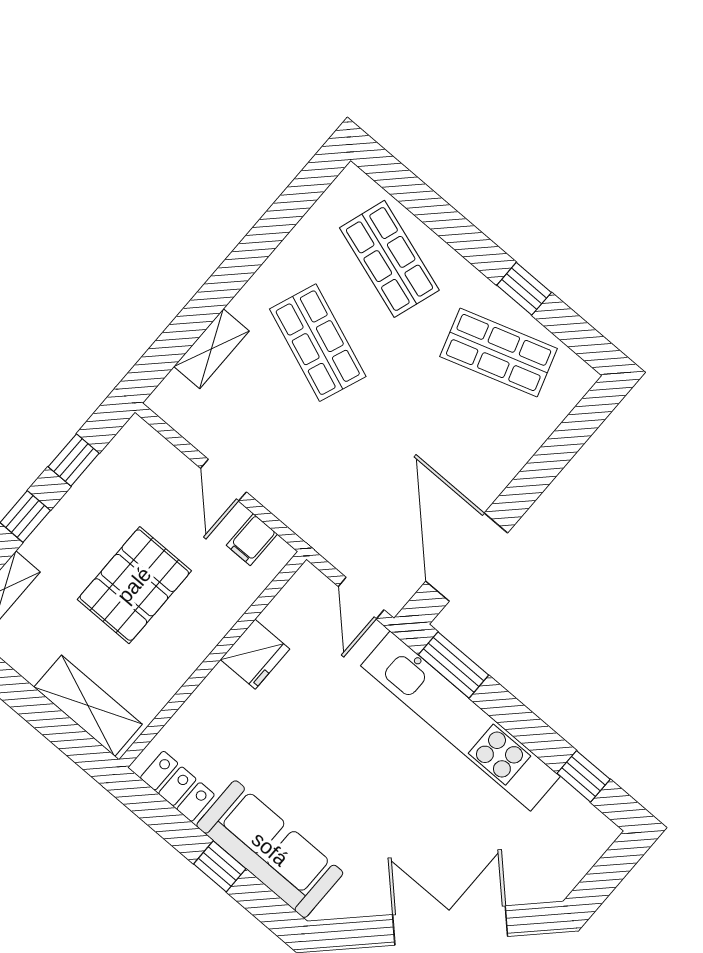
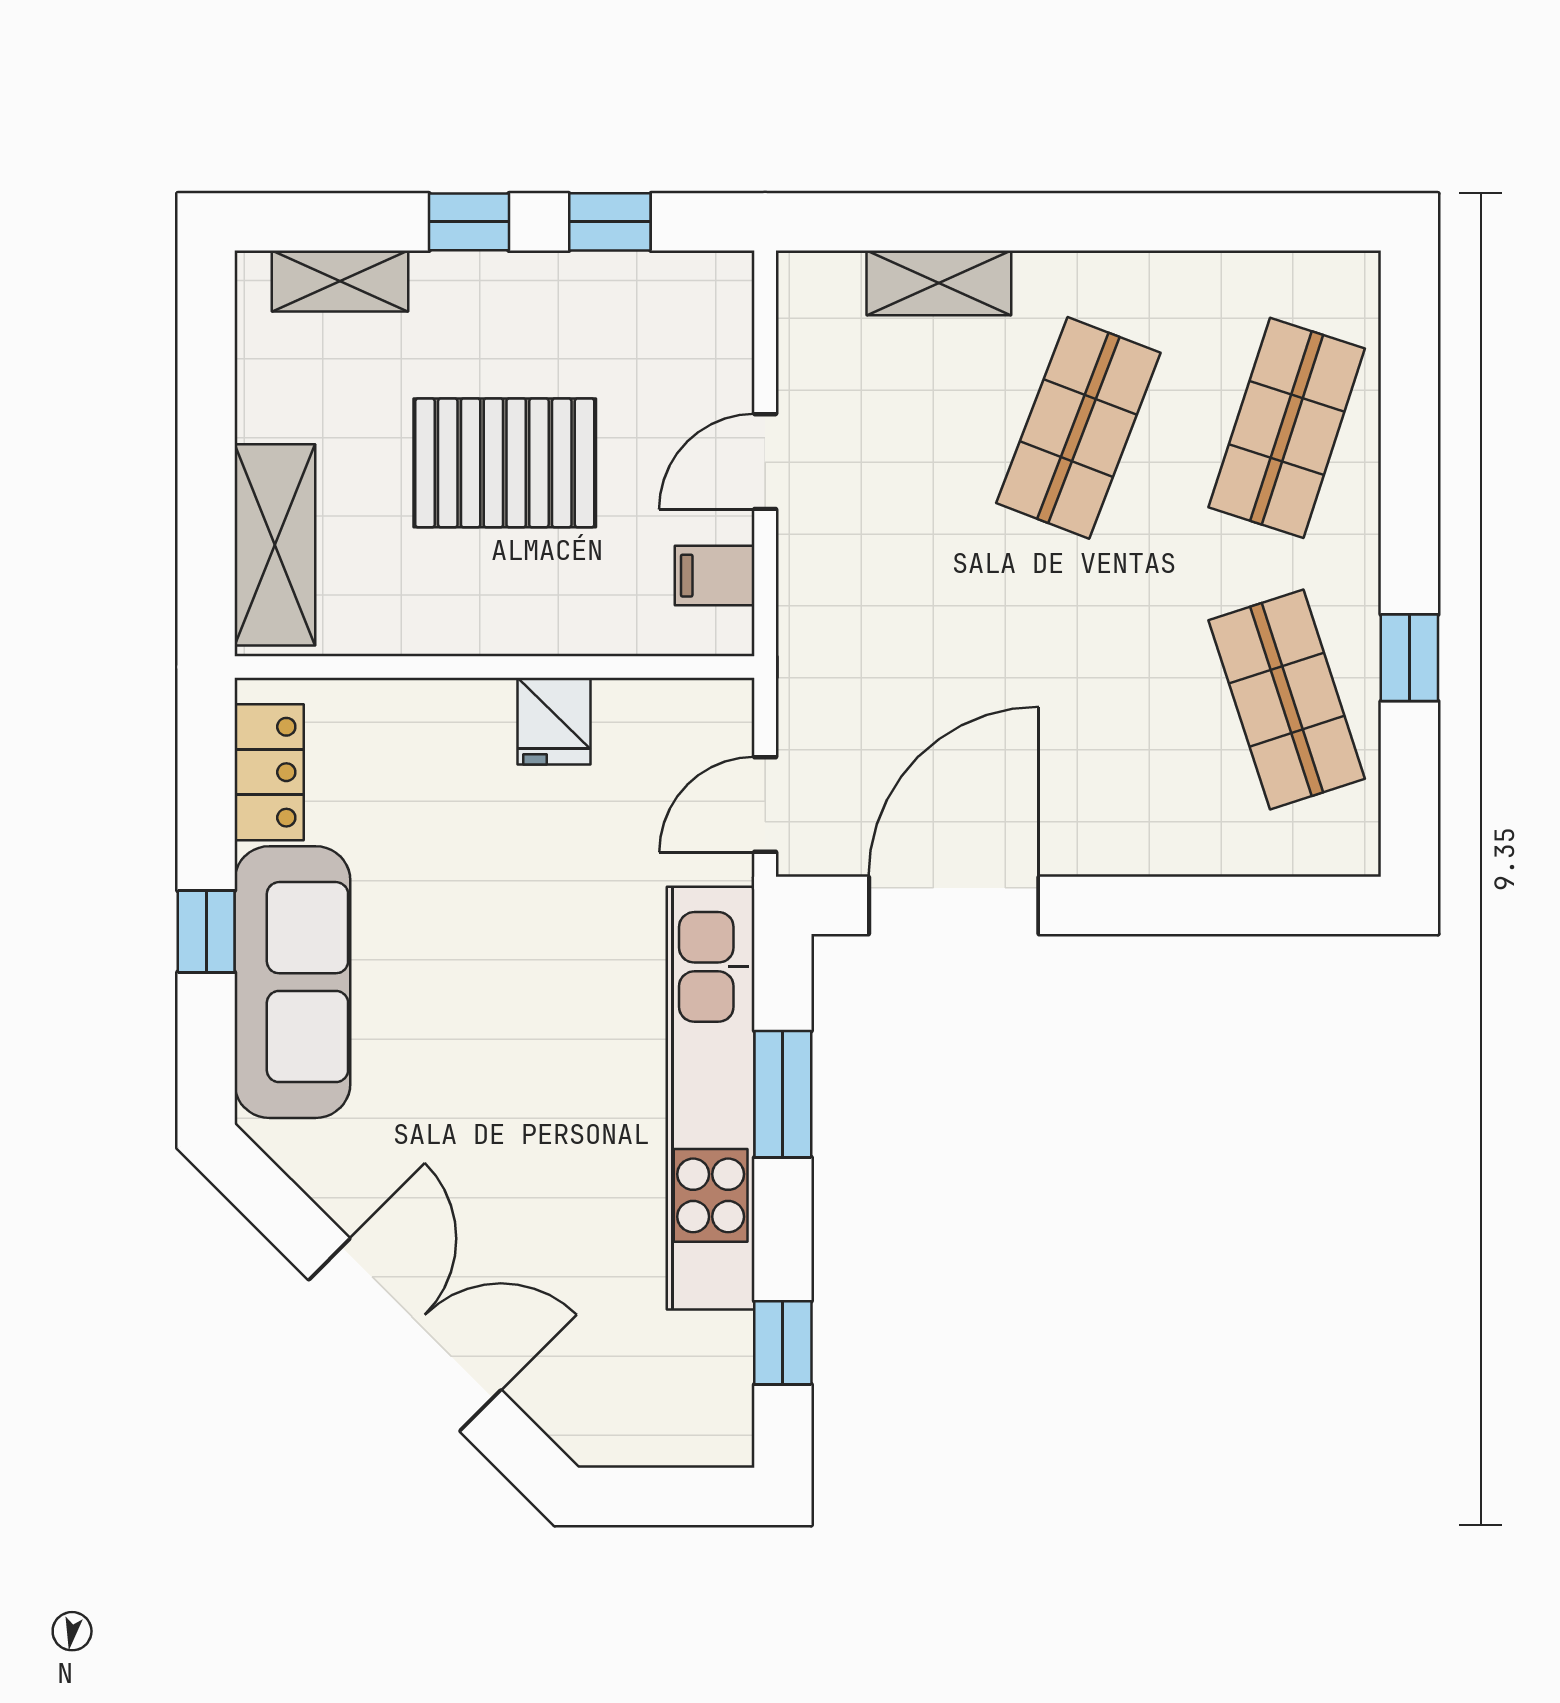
fridge: (255, 654) -> (554, 721), width x0.72
window: (454, 665) -> (783, 1094), moved

